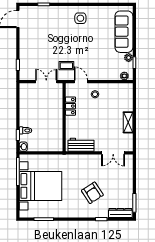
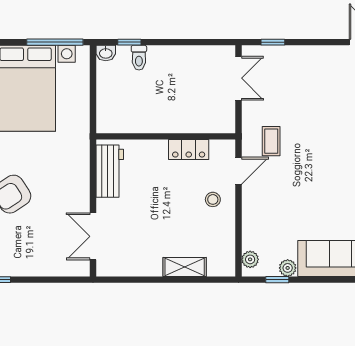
double door: (46, 82) -> (238, 78), moved
shelving: (128, 122) -> (185, 267), moved

